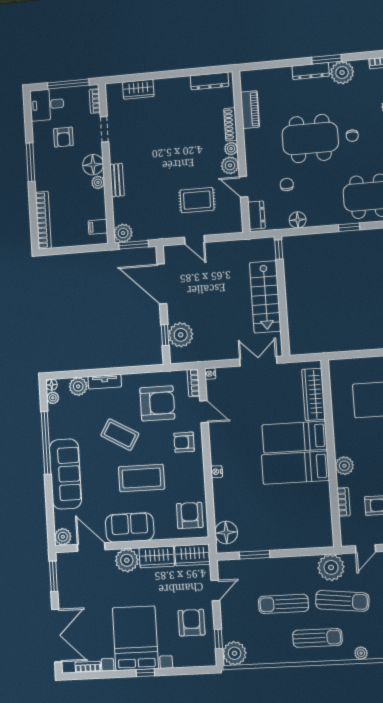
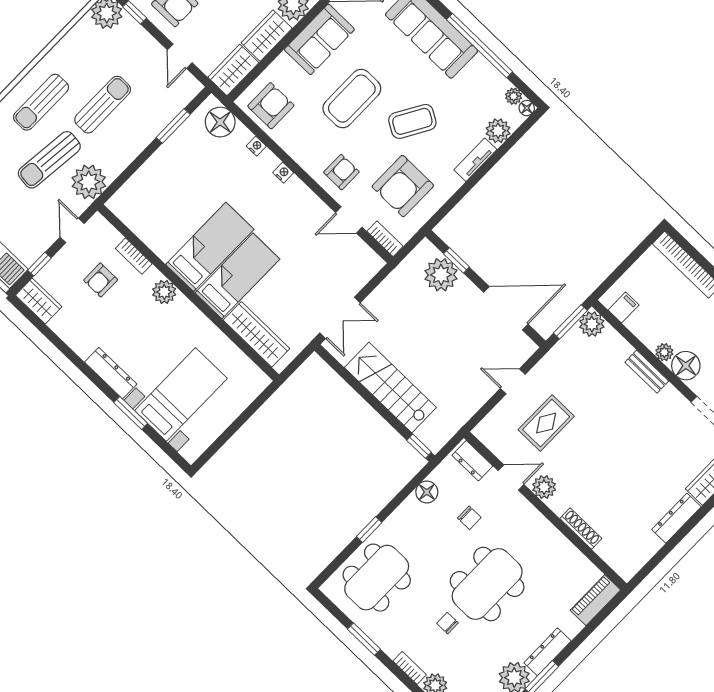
dresser: (210, 81) -> (676, 518), moved
piano: (250, 110) -> (595, 600), moved, turned 90
plant: (231, 149) -> (558, 505), removed
nightstand: (210, 374) -> (256, 146), moved
armchair: (190, 515) -> (271, 106), turned -90

